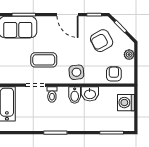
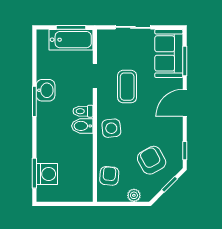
door: (68, 15) -> (185, 103), moved
armchair: (114, 74) -> (109, 176), turned -85
toilet: (52, 94) -> (83, 111), moved
washbasin: (90, 94) -> (46, 90), moved, turned 180
washing machine: (126, 103) -> (47, 174), moved, turned 90

